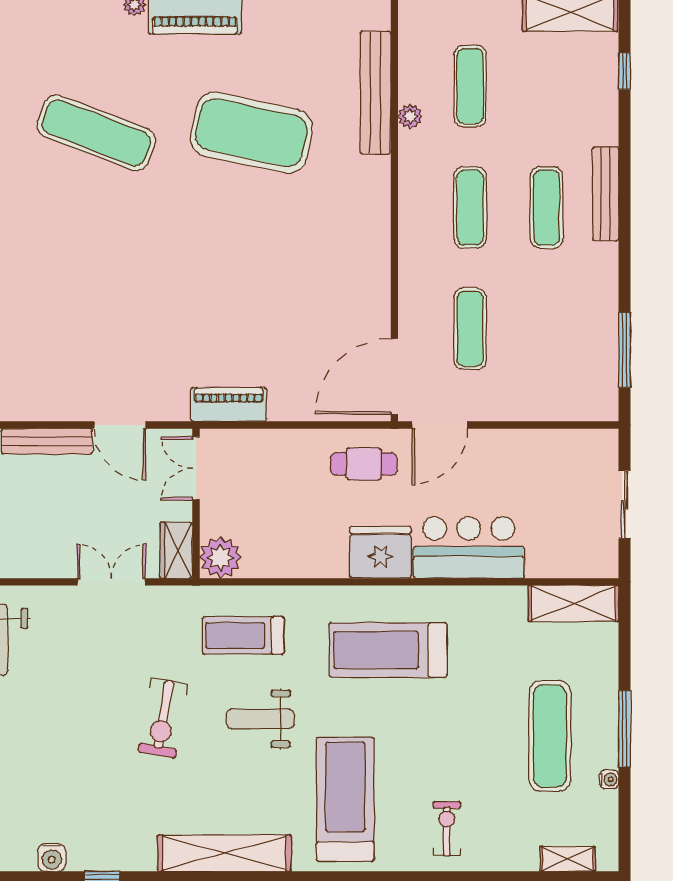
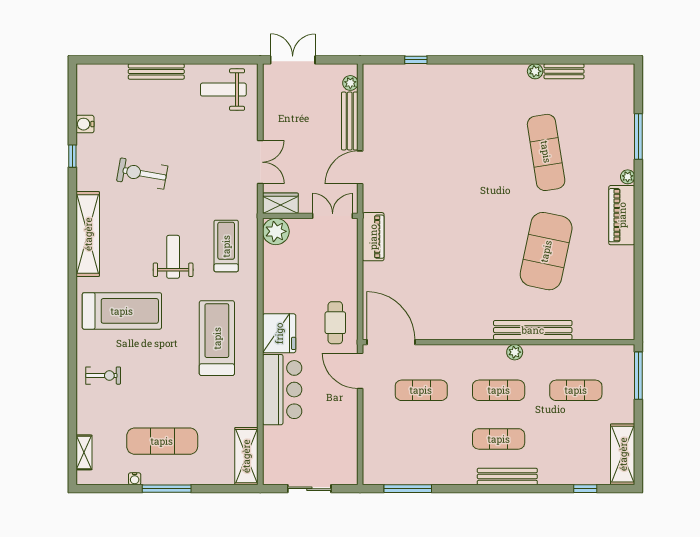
bench: (375, 92) -> (533, 330), moved
plant: (410, 116) -> (515, 352), moved
exercise mat: (96, 133) -> (546, 152), turned -30
exercise bike: (163, 718) -> (142, 174), moved

